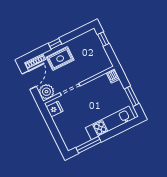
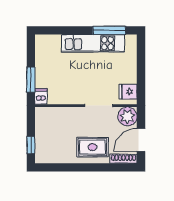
window: (55, 44) -> (90, 167), removed
window: (132, 96) -> (31, 80), moved
kitchen unit: (110, 123) -> (93, 43), moved

